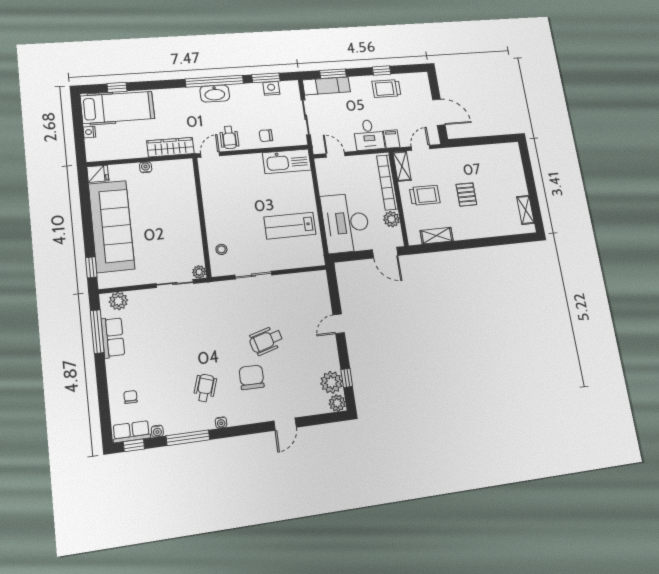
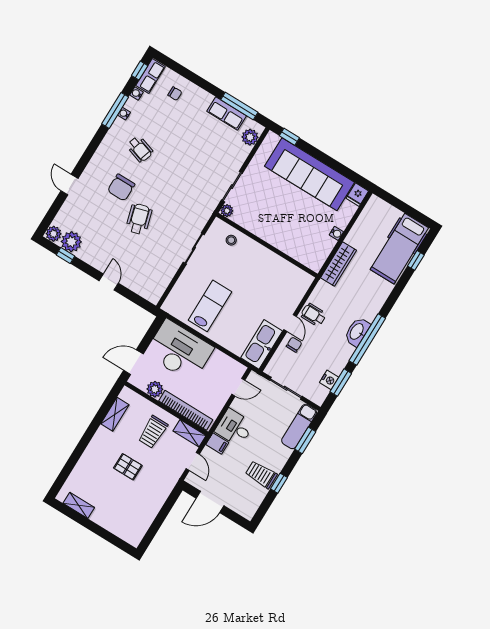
trolley: (386, 89) -> (261, 474), turned -90
nightstand: (89, 132) -> (395, 213), removed
door: (210, 155) -> (290, 323), moved
chair: (252, 377) -> (121, 187), turned 90
water cooler: (221, 423) -> (124, 114), moved

